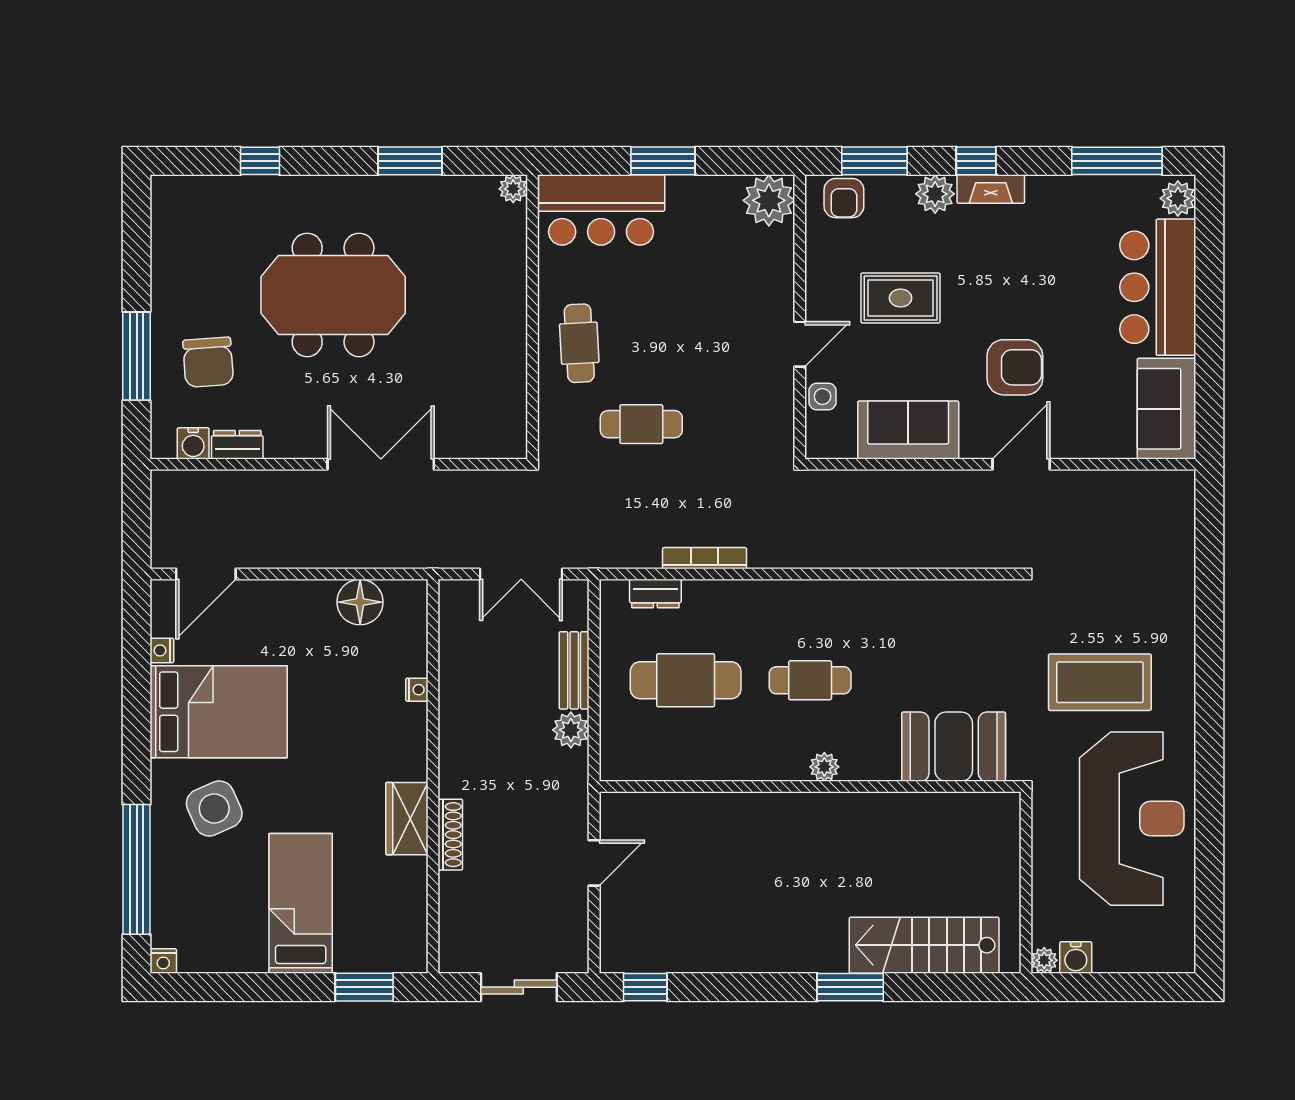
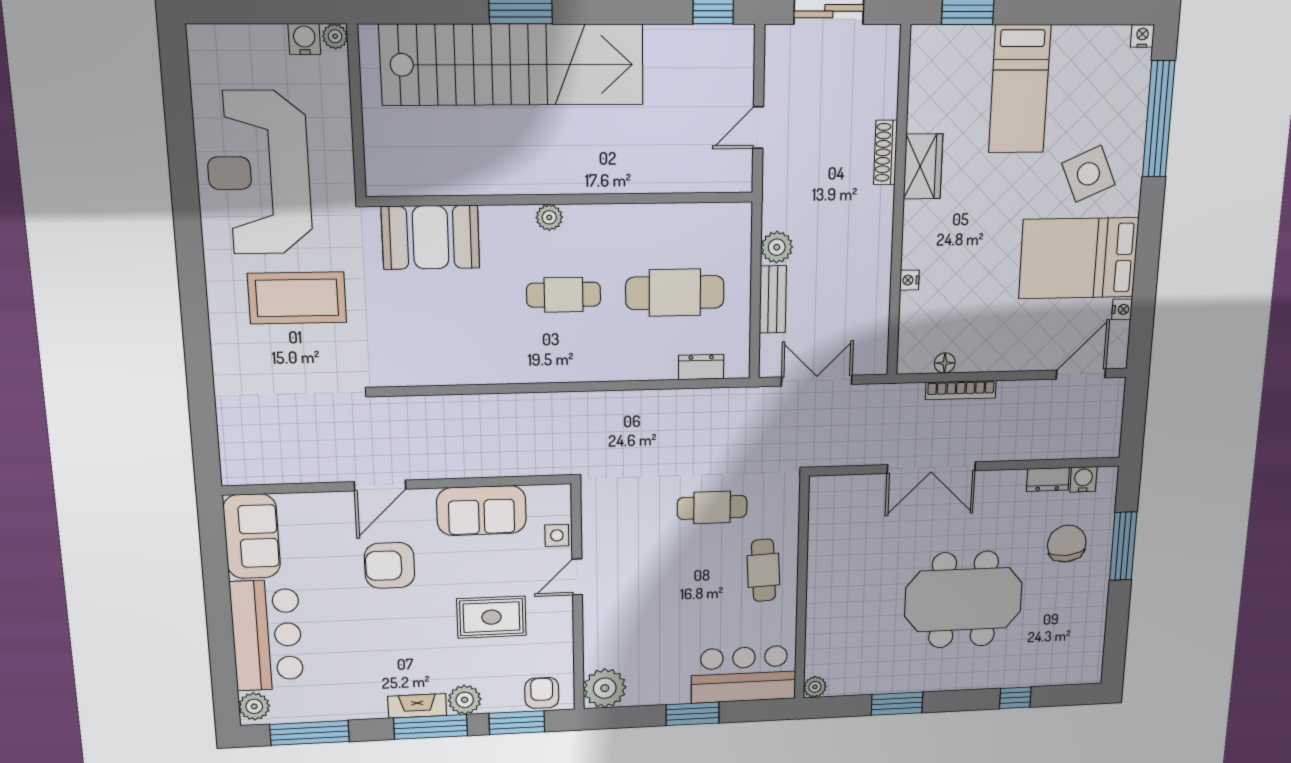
window: (976, 161) -> (431, 727), width x2.17
bookcase: (705, 558) -> (961, 390), moved
floor lamp: (360, 602) -> (945, 363), width x0.53, depth x0.53
stairs: (924, 945) -> (513, 65), width x1.86, depth x1.51

